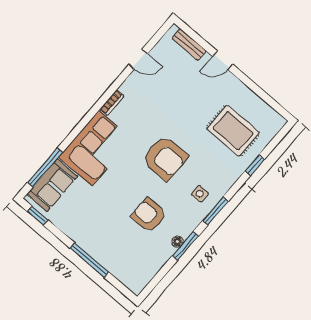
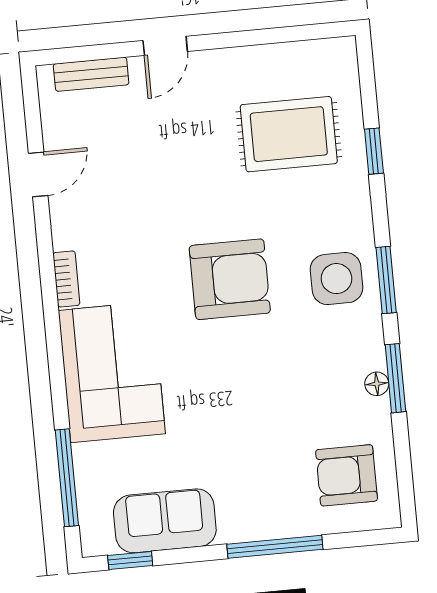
sofa: (52, 185) -> (165, 521), moved, turned -90
side table: (200, 194) -> (337, 279), width x1.87, depth x1.87
armchair: (149, 215) -> (347, 475), moved

